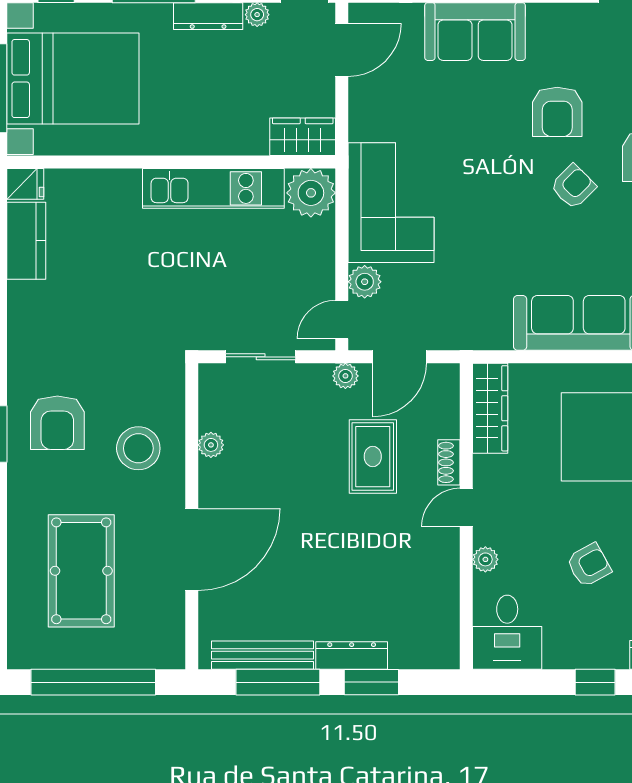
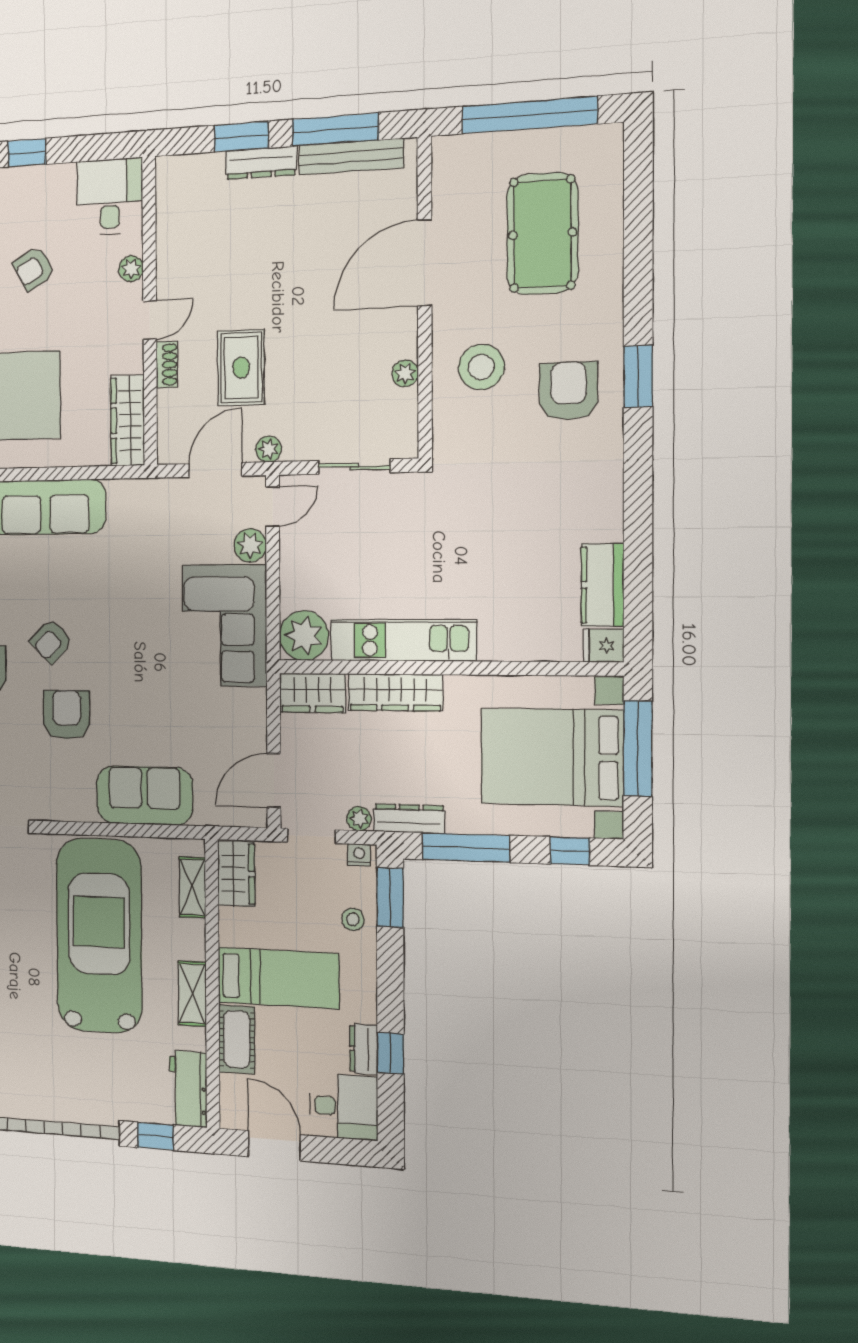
wardrobe: (222, 138) -> (395, 692), added

